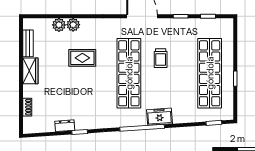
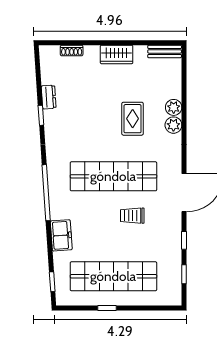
plant: (59, 25) -> (173, 125), moved
bench: (28, 43) -> (165, 51), moved
freezer: (159, 117) -> (61, 235), moved

